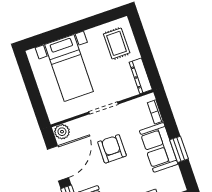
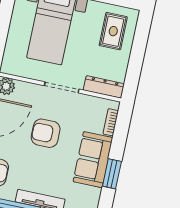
dresser: (141, 76) -> (104, 87), moved, turned 90
armchair: (112, 149) -> (46, 133), turned -90

